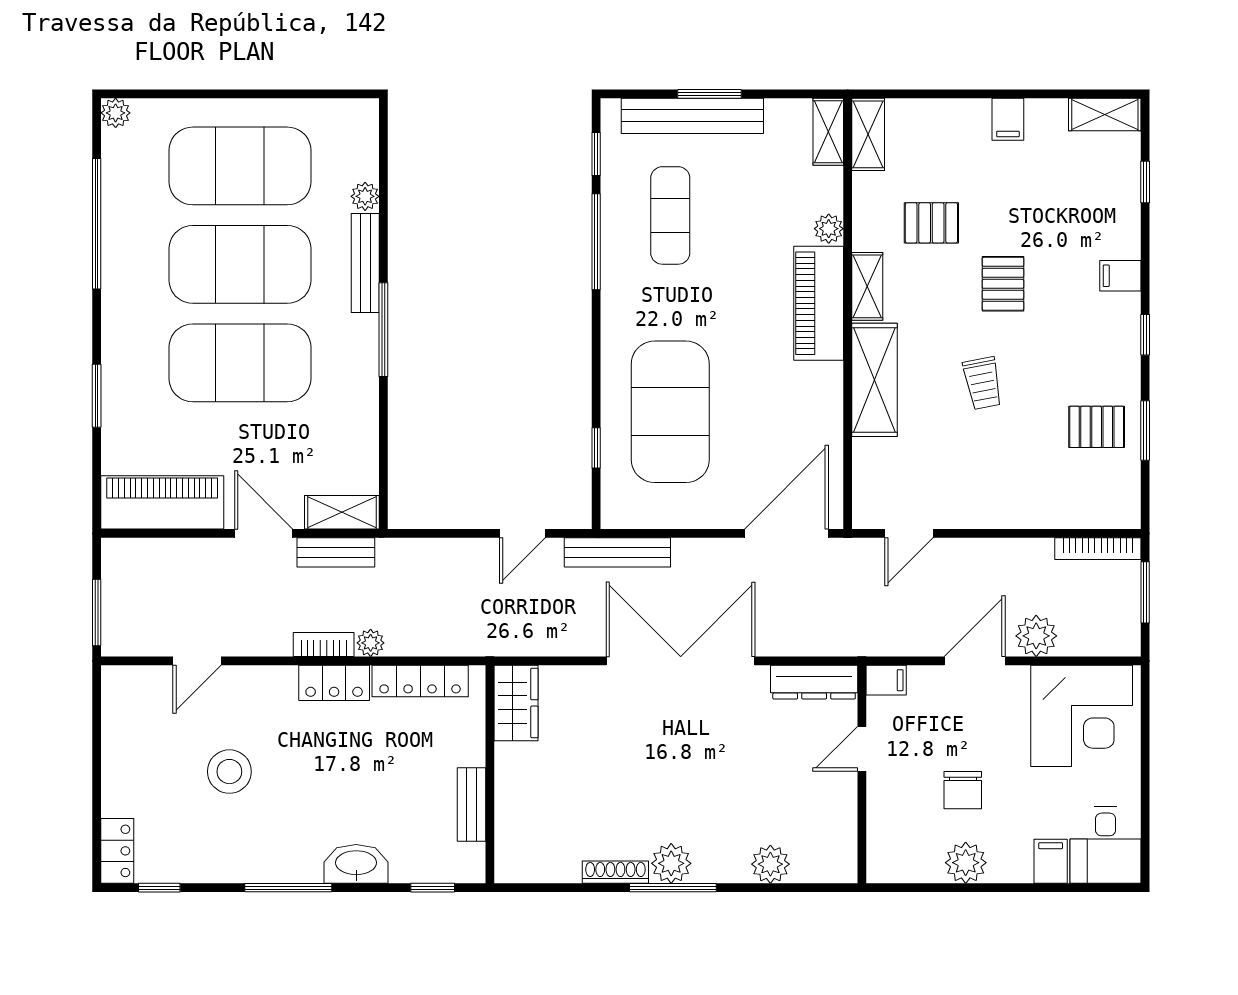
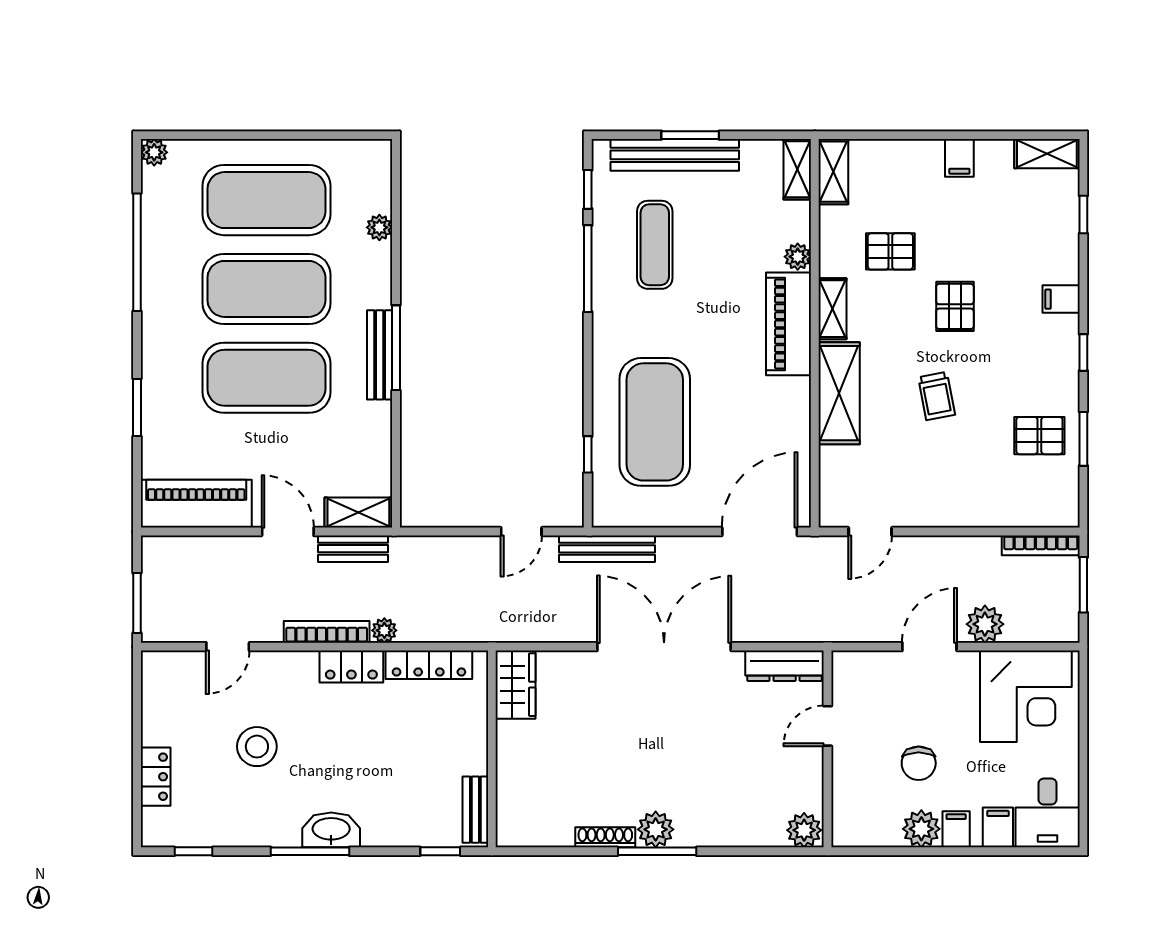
bench: (365, 263) -> (380, 355), moved
bookcase: (324, 644) -> (327, 632), width x1.56
filing cabinet: (886, 680) -> (956, 829), moved, turned -90
bench: (471, 804) -> (475, 810), moved
locker: (117, 851) -> (156, 777), moved
washbasin: (356, 864) -> (331, 830), moved
plant: (770, 864) -> (804, 830), moved

